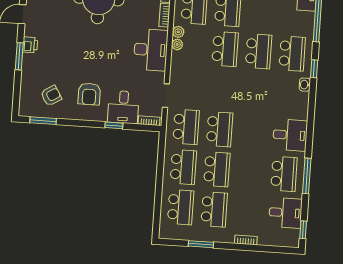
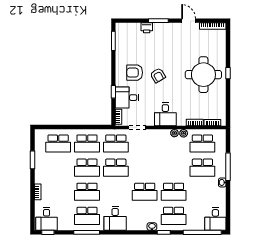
printer: (30, 45) -> (147, 28), moved
school desk: (225, 49) -> (145, 192), moved
desk: (151, 50) -> (165, 114), width x0.73
armchair: (51, 96) -> (158, 75), moved
school desk: (214, 209) -> (87, 192), moved
desk: (285, 213) -> (47, 219), moved

